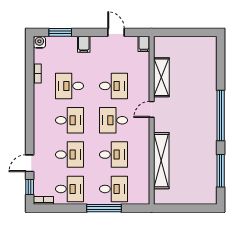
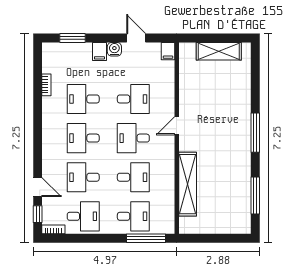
water cooler: (39, 42) -> (114, 49), moved
shelving: (161, 77) -> (219, 51), moved, turned 90
window: (221, 115) -> (255, 133), width x0.68
desk: (70, 120) -> (83, 138), turned 180
desk: (70, 155) -> (83, 177), turned 180
door: (30, 163) -> (38, 187), swing flipped
window: (104, 208) -> (146, 238), moved

